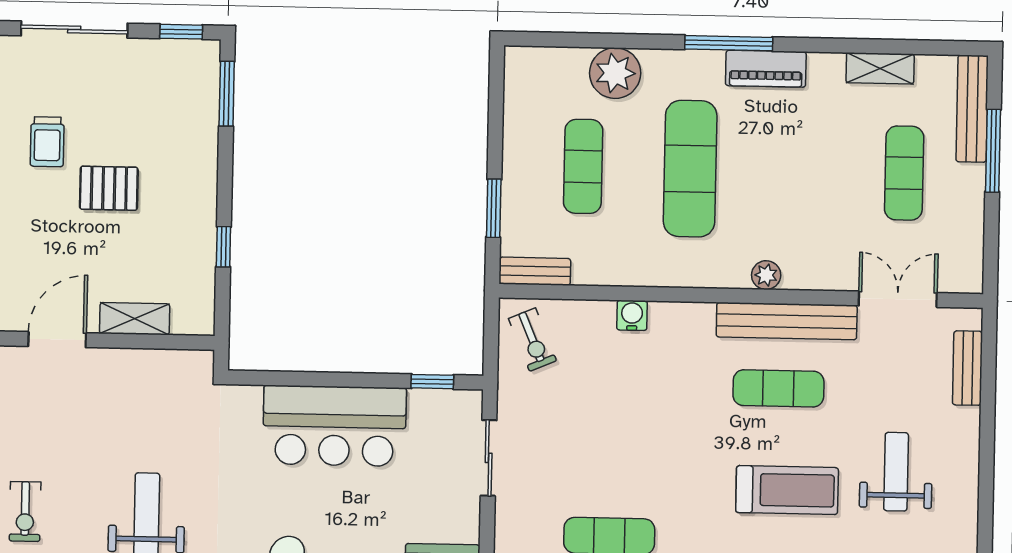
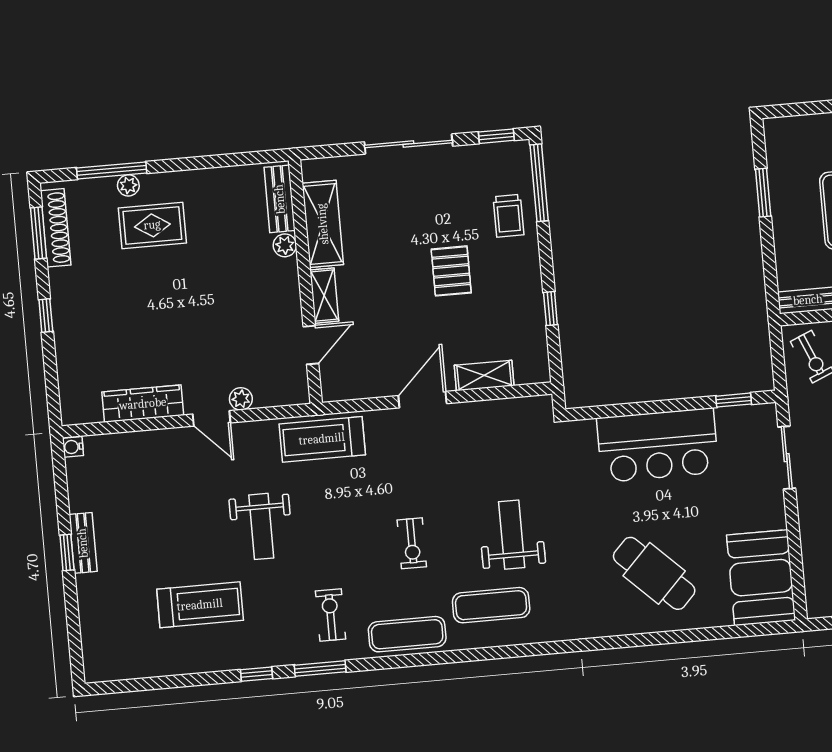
window: (227, 94) -> (539, 183), width x1.44
trolley: (47, 142) -> (508, 216), moved
pallet: (109, 188) -> (451, 271), turned 90
window: (494, 208) -> (763, 193), moved

